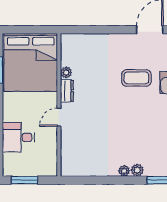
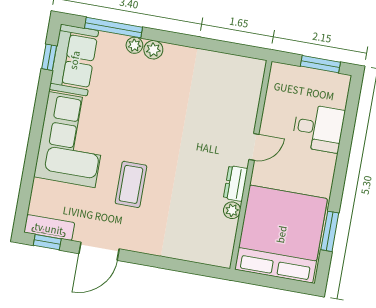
coffee table: (136, 78) -> (131, 184), turned 90
plant: (124, 171) -> (134, 45), moved

